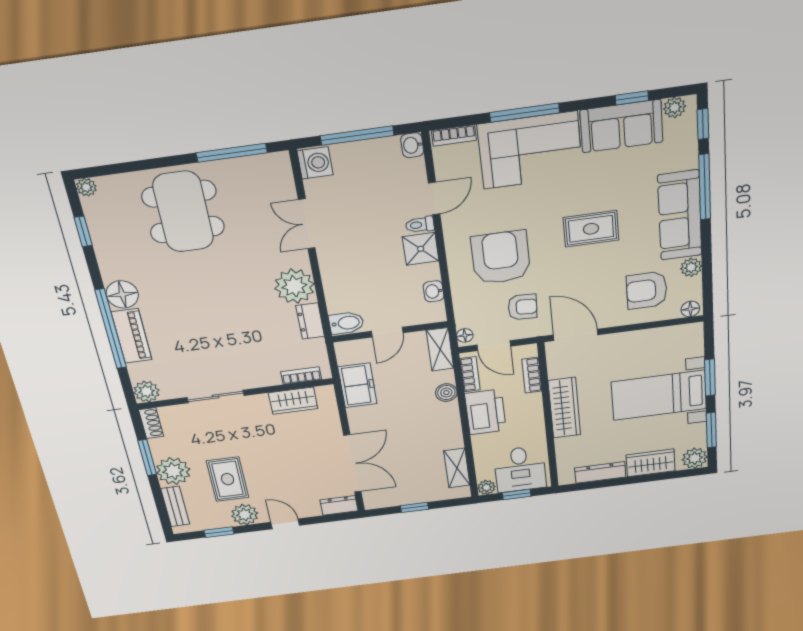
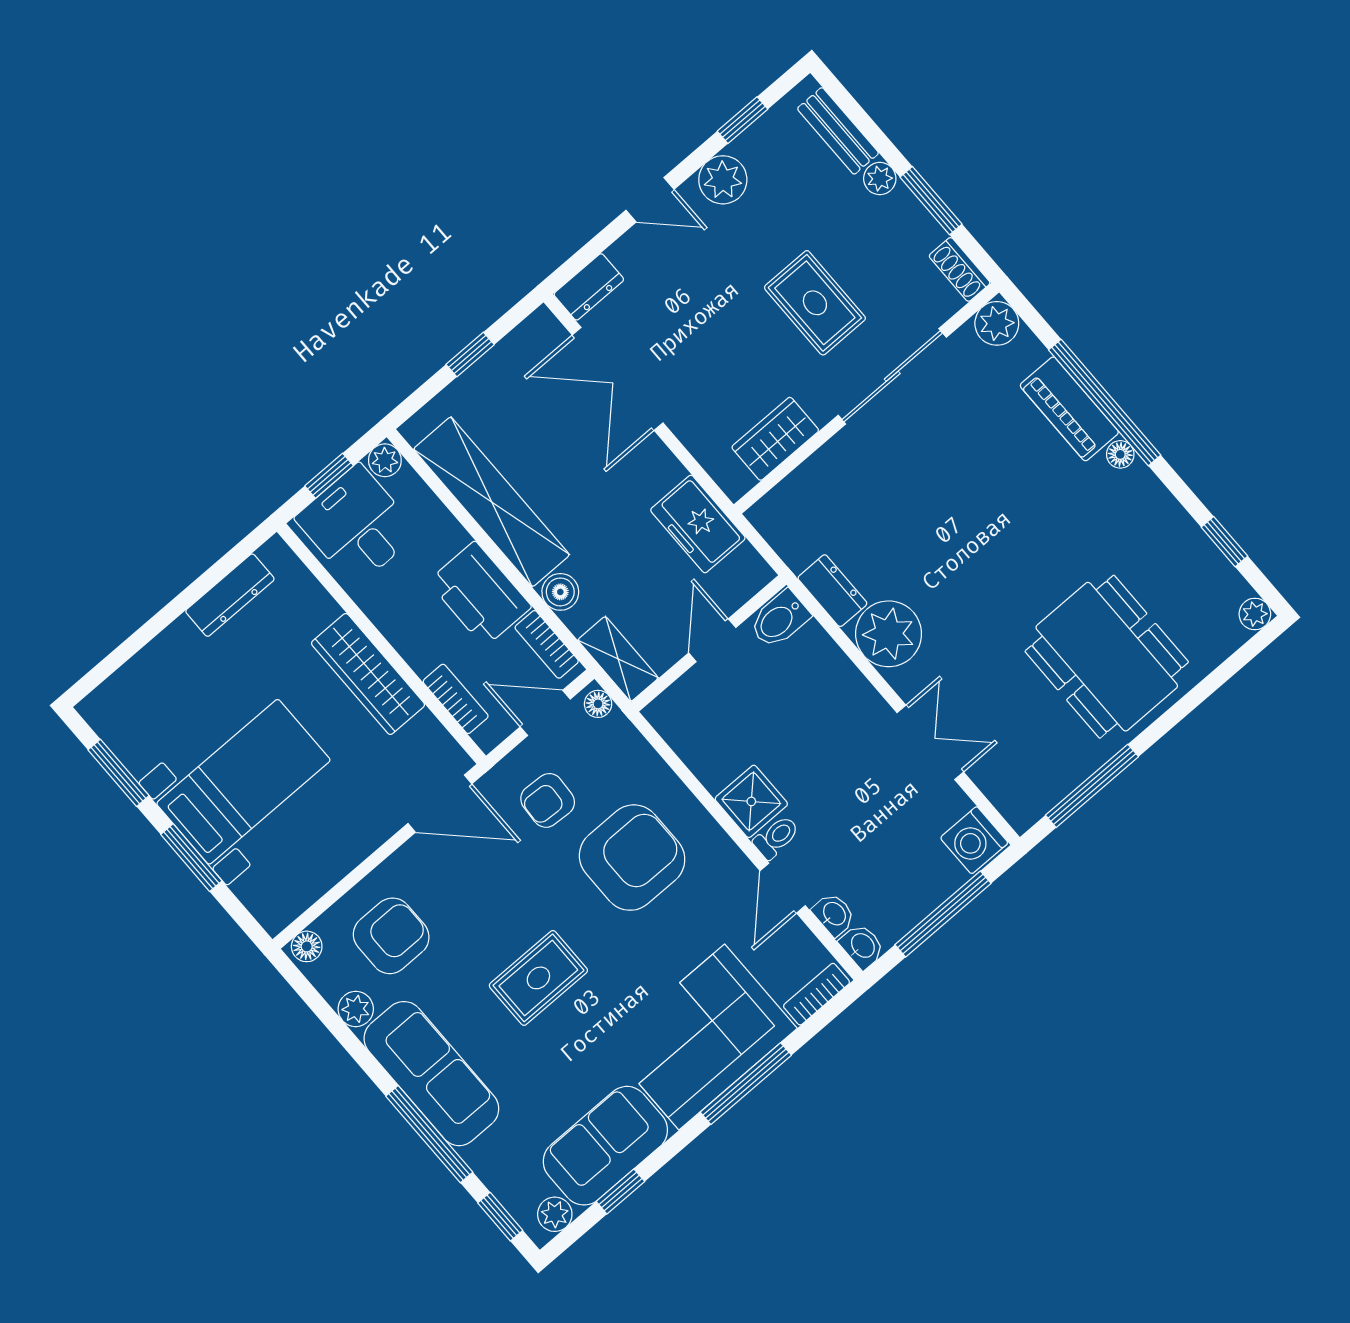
armchair: (501, 257) -> (632, 858), turned -90
washbasin: (434, 291) -> (834, 914), moved
floor lamp: (122, 294) -> (1120, 454), width x0.53, depth x0.53
bookcase: (301, 376) -> (790, 490), removed
sliding door: (216, 396) -> (892, 376), width x1.37
plant: (695, 458) -> (105, 710), removed
wardrobe: (651, 463) -> (166, 660), removed
shelving: (457, 468) -> (492, 502), width x2.20, depth x1.33
plant: (173, 471) -> (880, 179), width x0.53, depth x0.53
rug: (228, 479) -> (815, 303), moved

